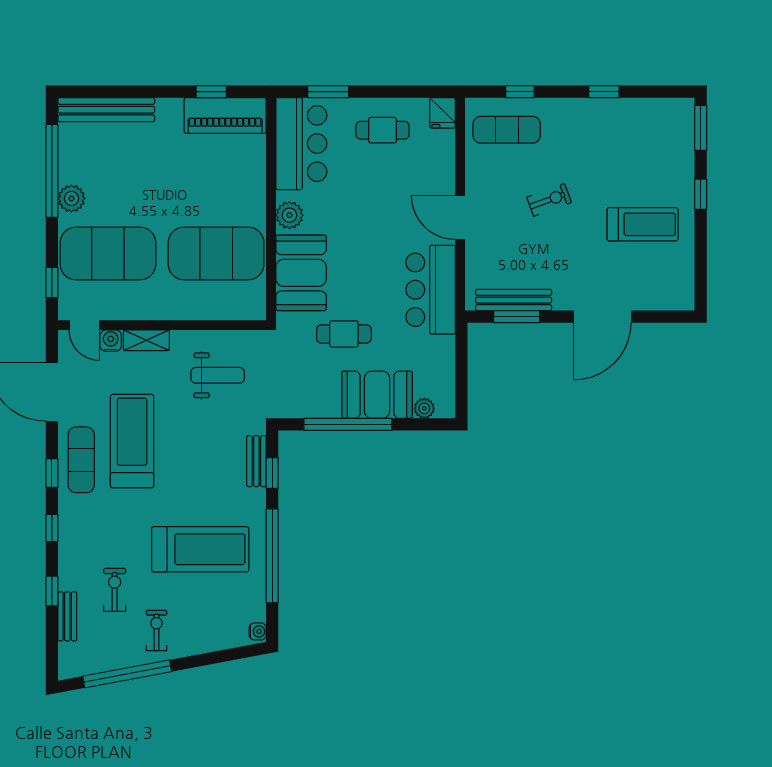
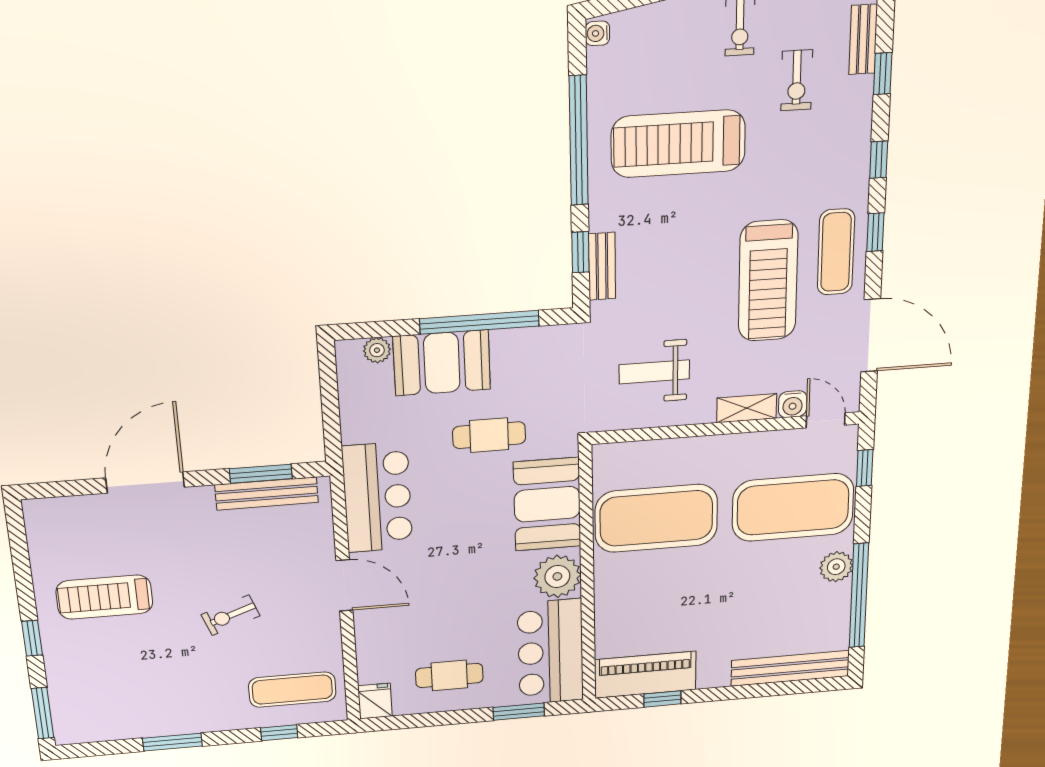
window: (604, 92) -> (172, 742), width x1.50
plant: (289, 215) -> (557, 576), width x1.36, depth x1.36

